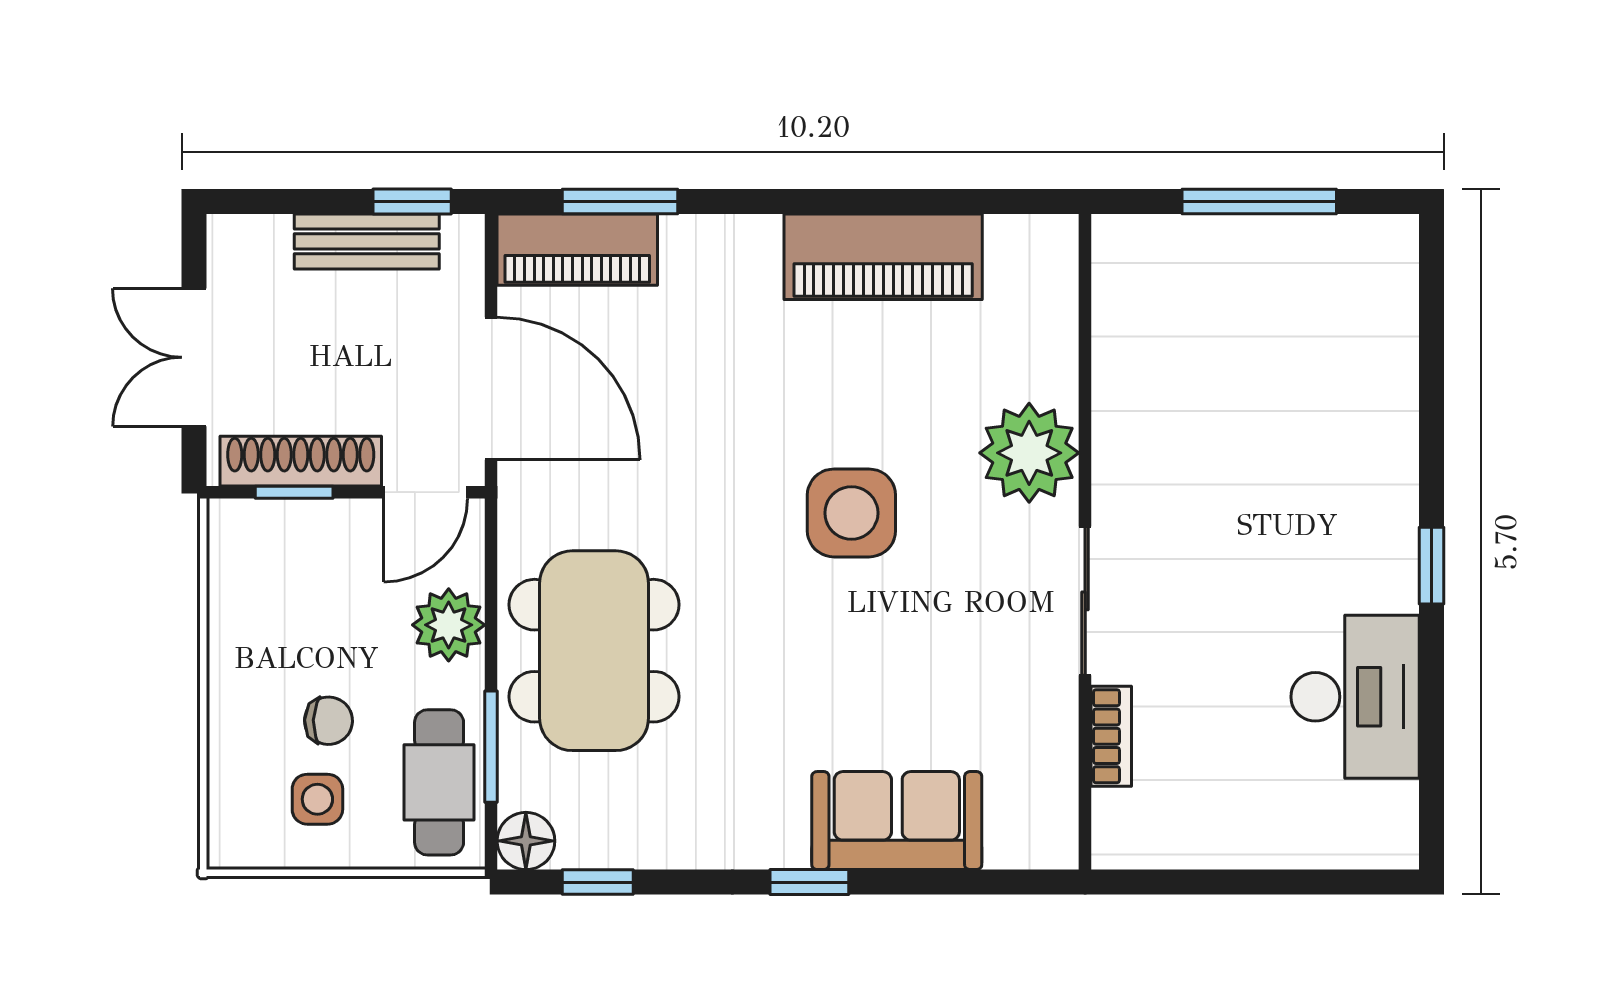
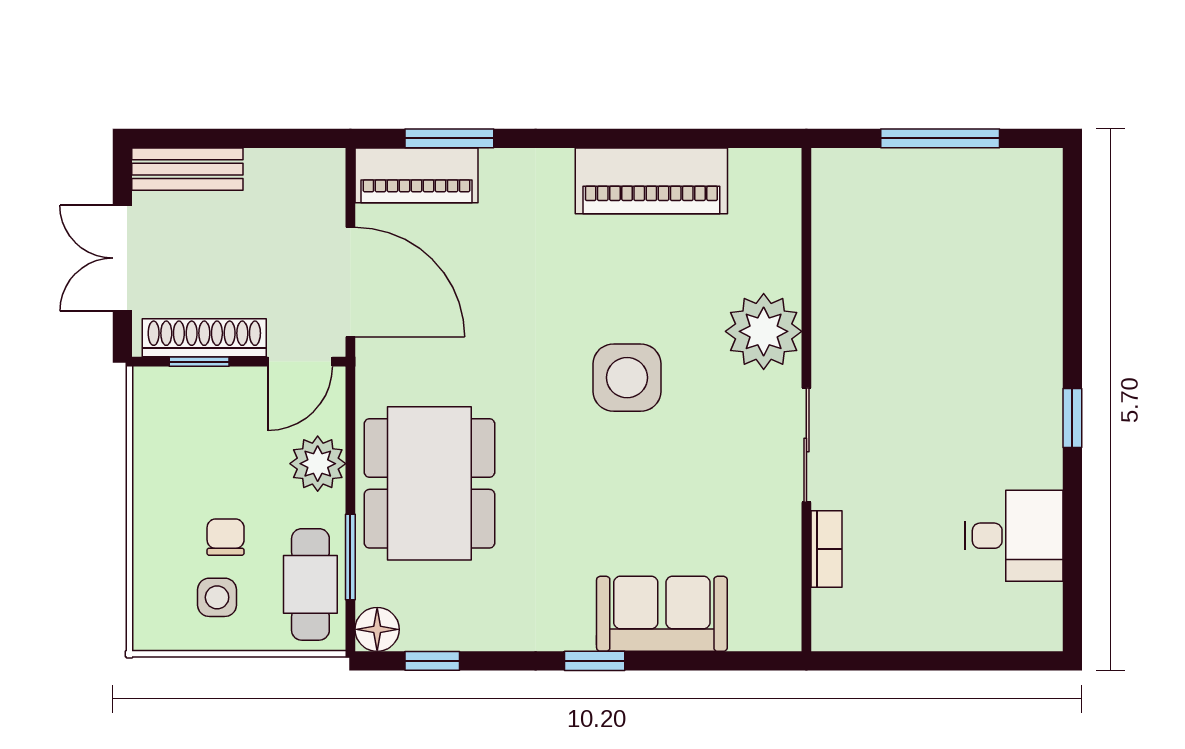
window: (412, 201) -> (290, 138), removed
bench: (367, 241) -> (187, 169), moved
desk: (1355, 697) -> (1014, 536), width x0.73
chair: (328, 721) -> (226, 537), turned -92

